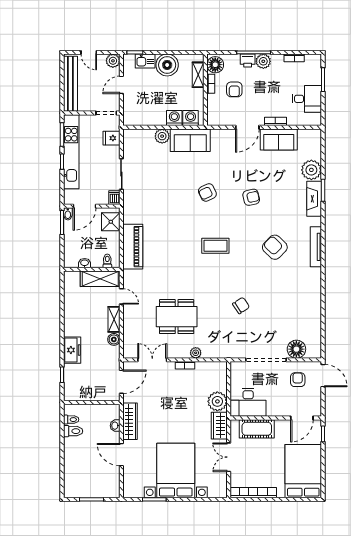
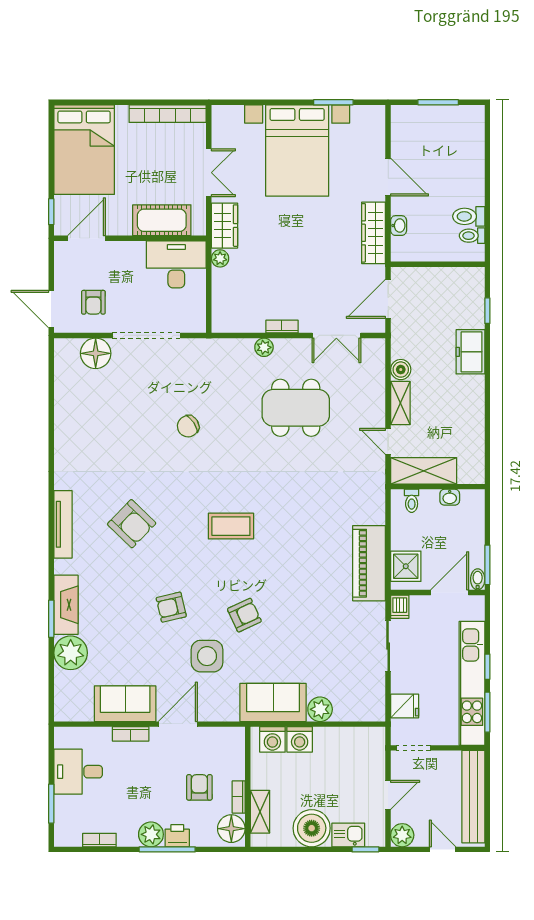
side table: (230, 168) -> (207, 656), added
piano: (133, 247) -> (369, 563), moved
plant: (217, 401) -> (220, 258), width x0.53, depth x0.53

